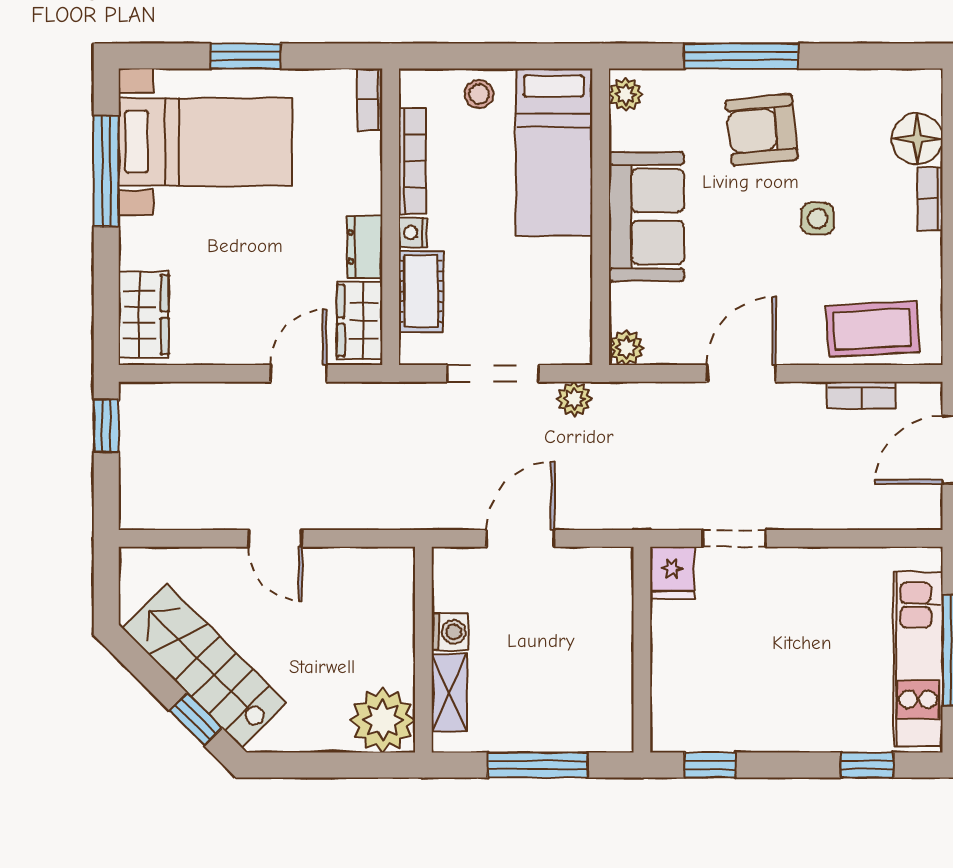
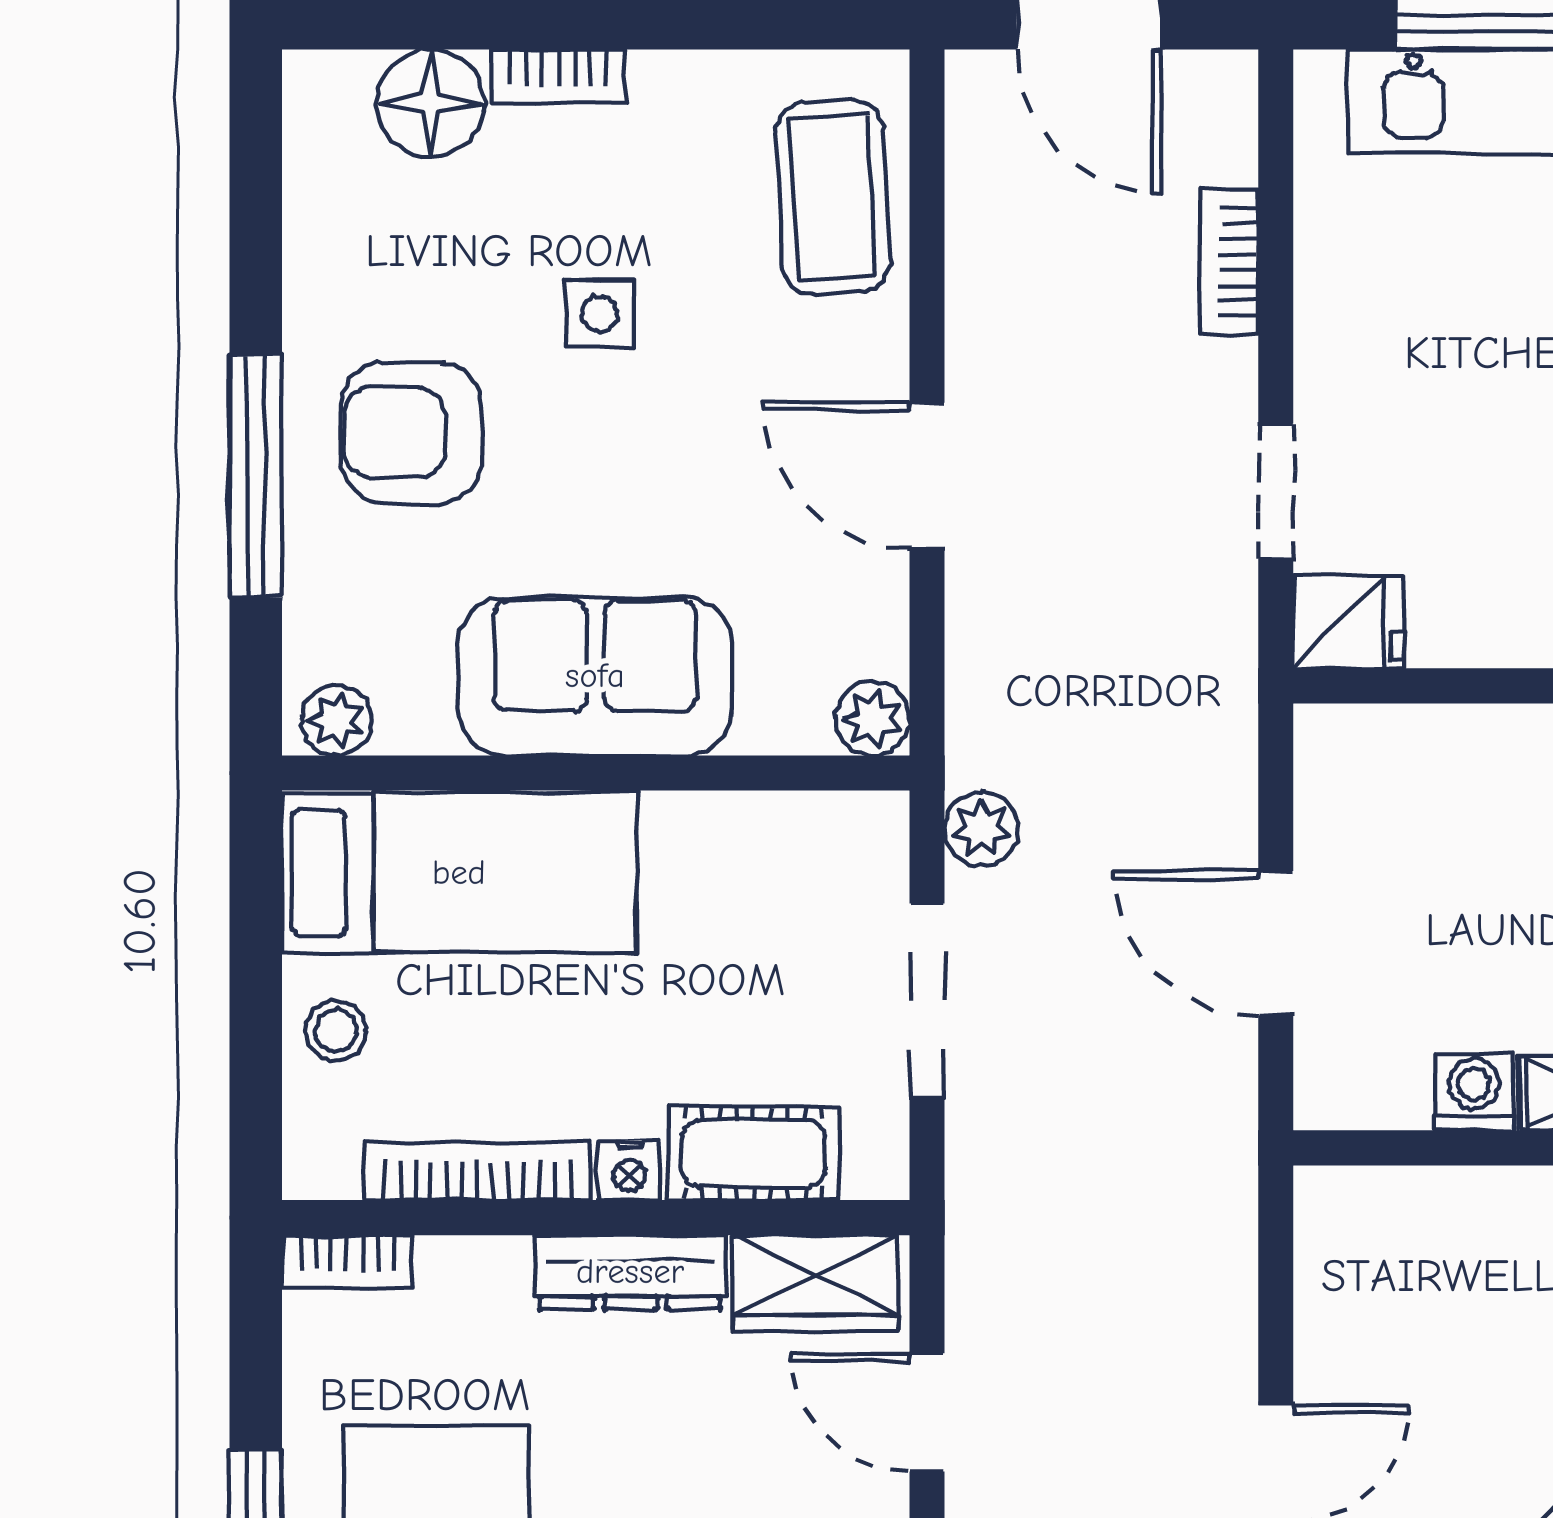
armchair: (762, 130) -> (412, 433), turned 96
dresser: (365, 247) -> (630, 1272), width x1.44
bookcase: (861, 395) -> (1229, 262), moved, turned 180

